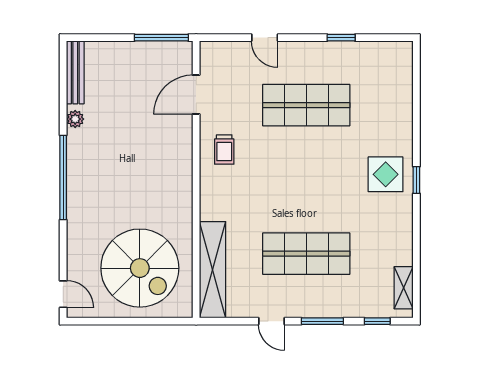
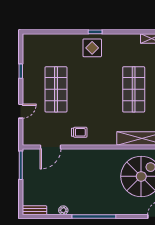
bench: (75, 72) -> (35, 210), width x0.73
door: (196, 95) -> (50, 147), hinge flipped

